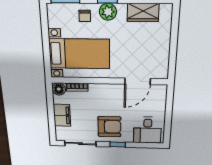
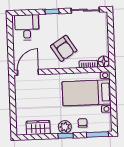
door: (137, 81) -> (28, 72), moved
filing cabinet: (62, 115) -> (101, 37), removed
armchair: (109, 127) -> (64, 48), moved, turned -123

